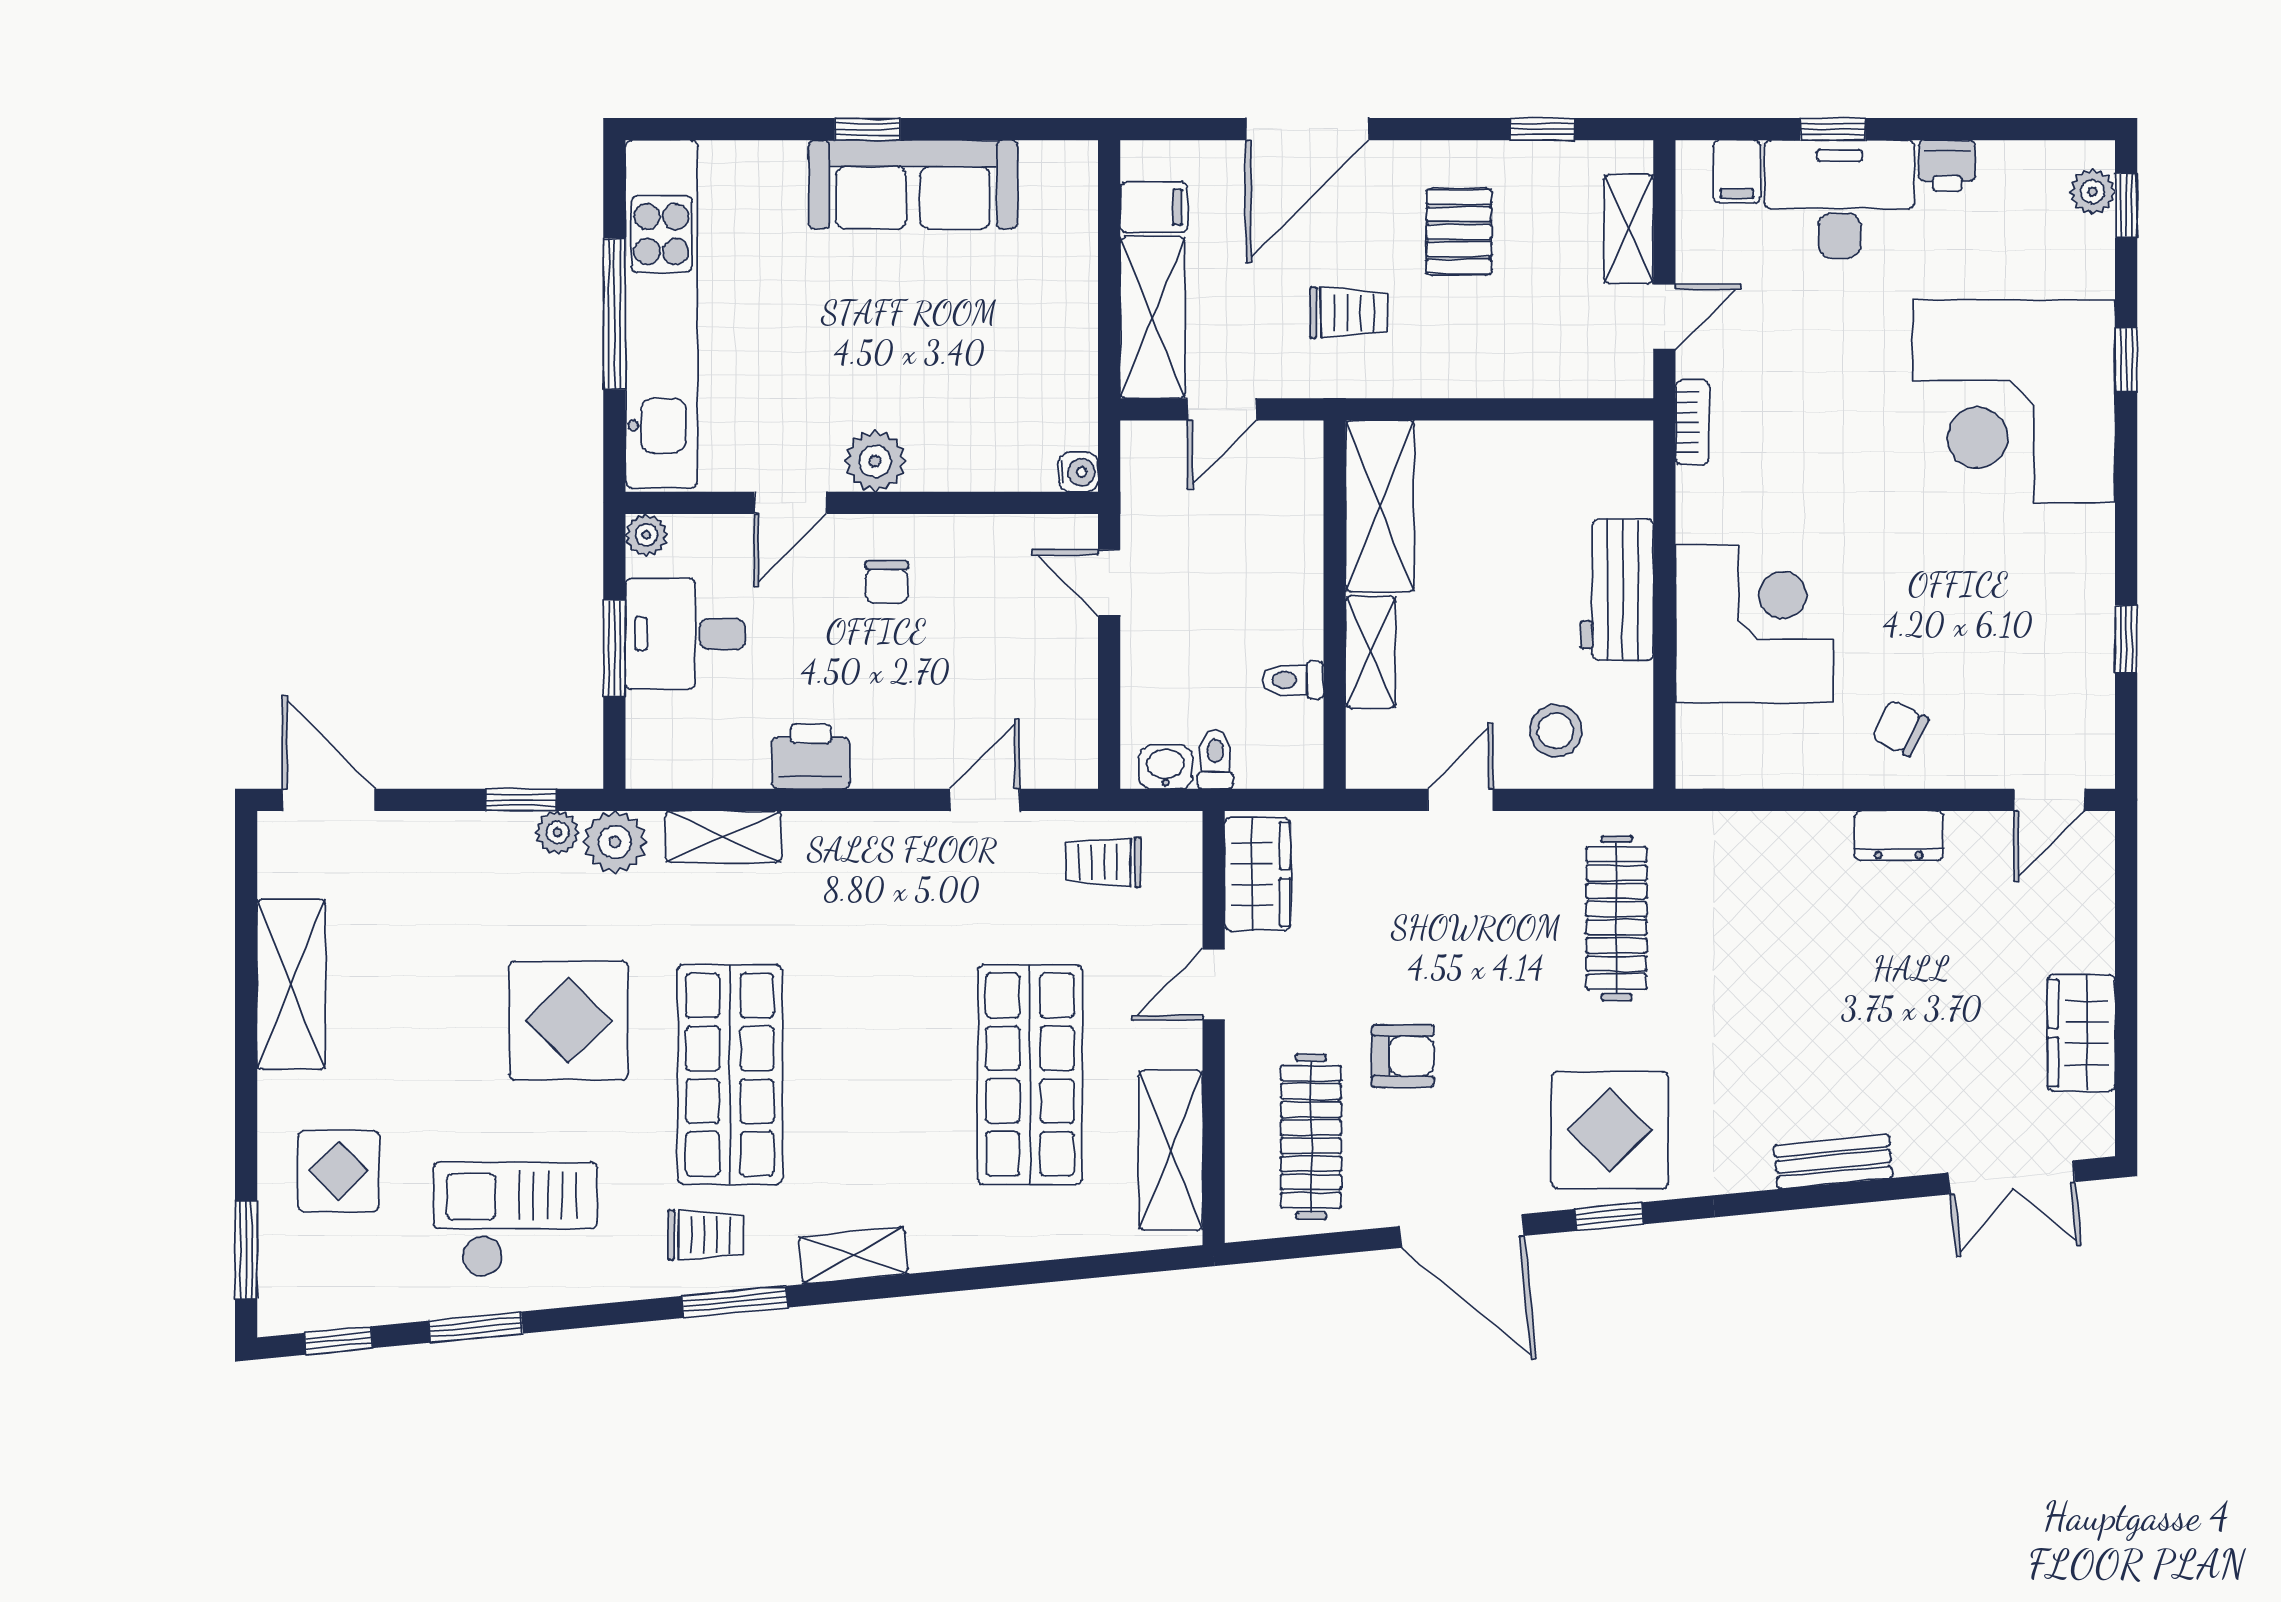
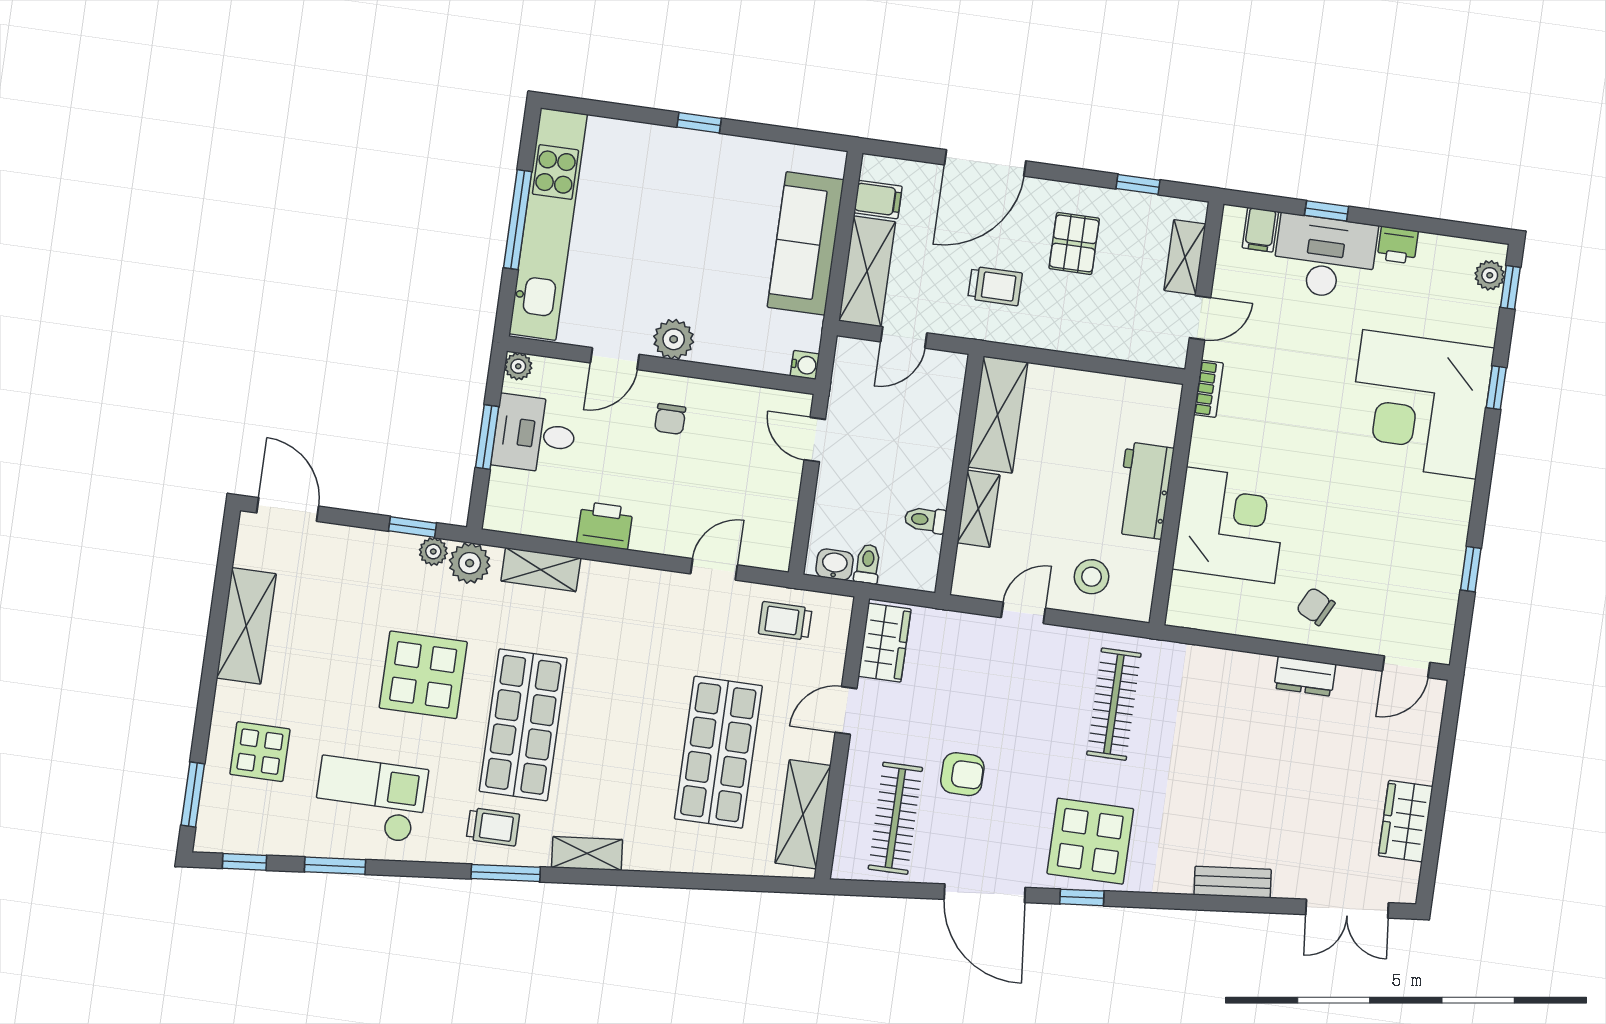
sofa: (913, 184) -> (806, 243), moved, turned 90

